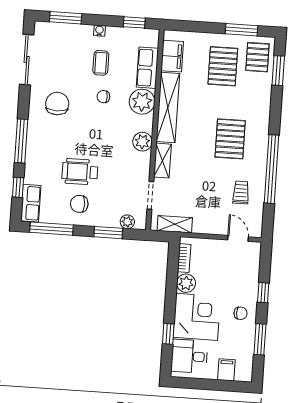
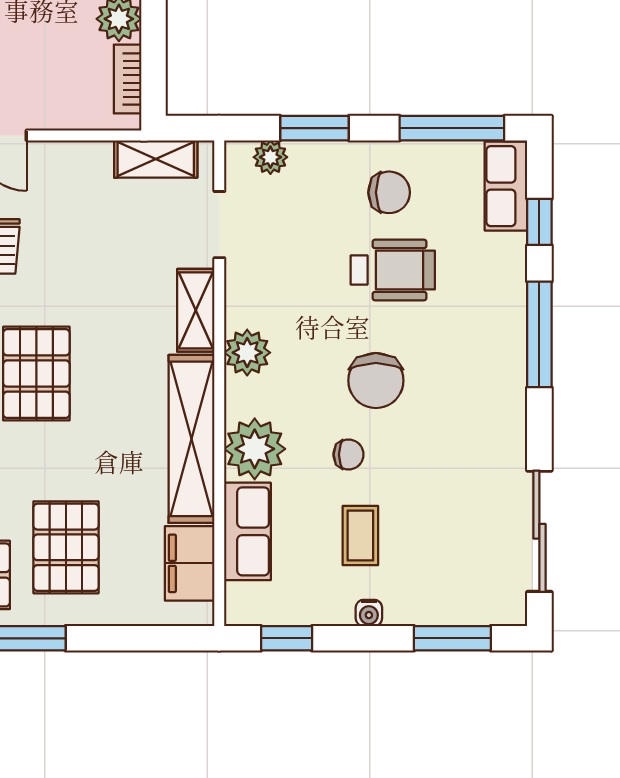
chair: (57, 104) -> (376, 381), moved

